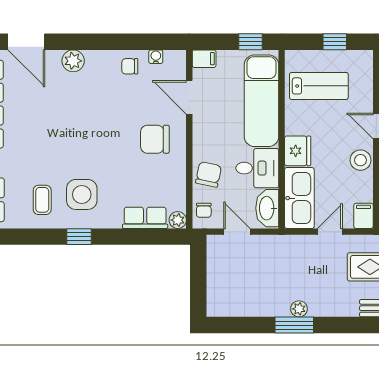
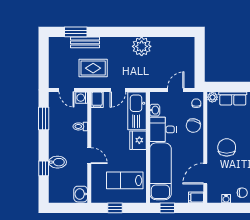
door: (189, 97) -> (205, 173), swing flipped
chair: (155, 139) -> (227, 147), turned -90
stool: (360, 160) -> (99, 134), removed
washbasin: (267, 208) -> (155, 110), width x0.52, depth x0.69
door: (237, 232) -> (176, 90), swing flipped
plant: (299, 309) -> (142, 46), width x1.88, depth x1.88
window: (294, 325) -> (140, 32), removed

